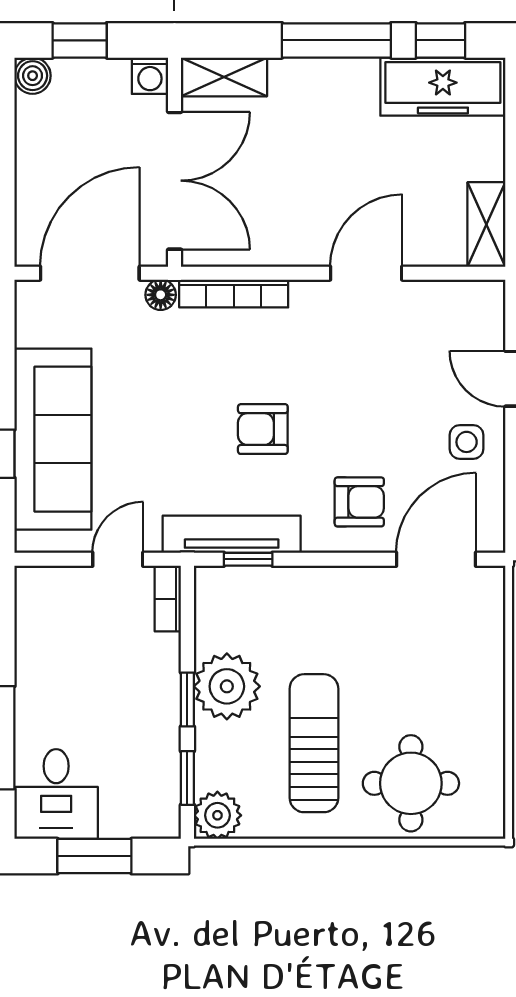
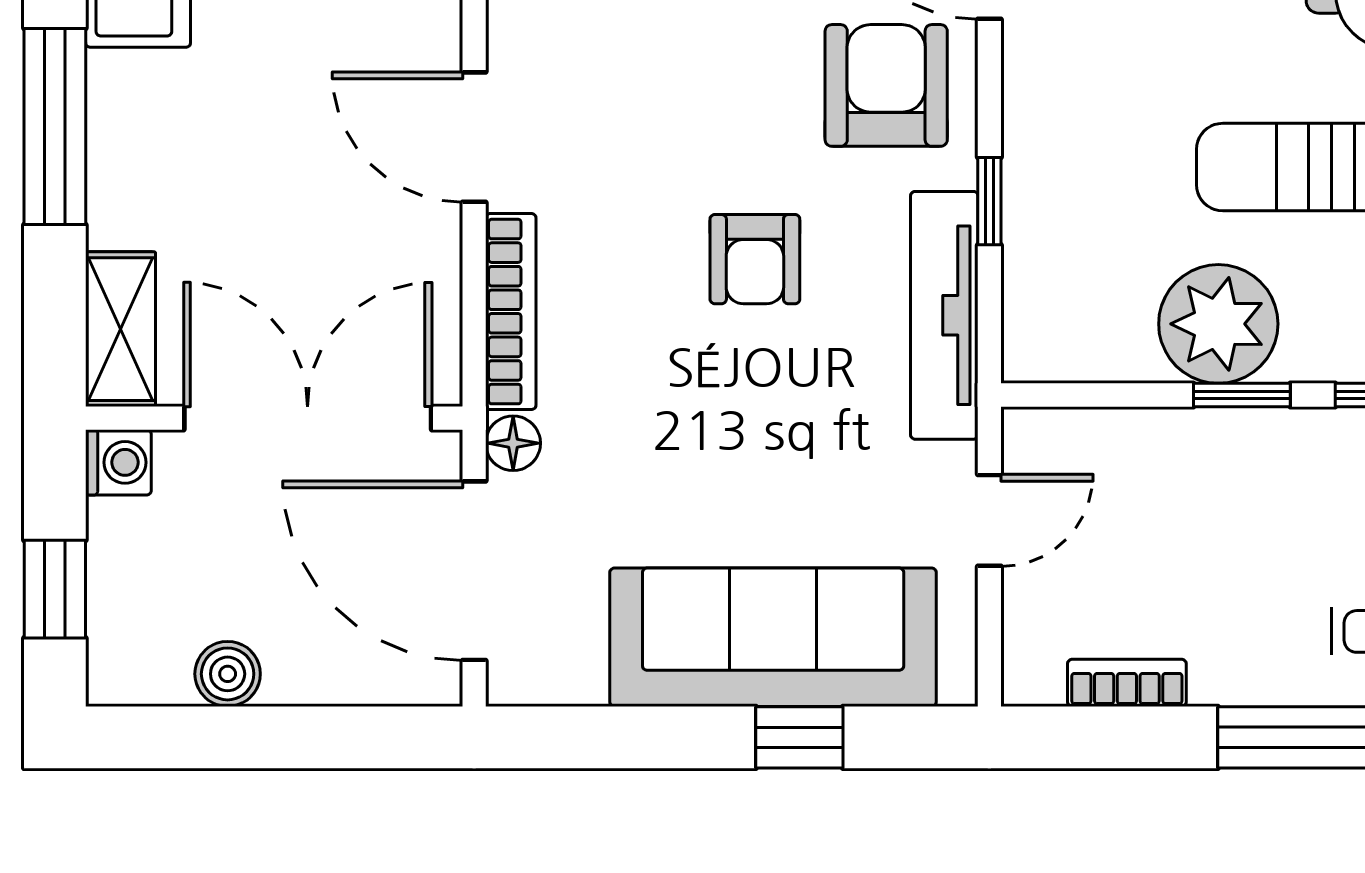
boiler: (33, 76) -> (228, 674), moved
door: (366, 273) -> (474, 137), moved
armchair: (359, 502) -> (886, 85), width x1.38, depth x1.38
door: (118, 559) -> (989, 520), swing flipped
window: (248, 559) -> (989, 201), moved
bookcase: (168, 599) -> (1127, 683), moved, turned 180

